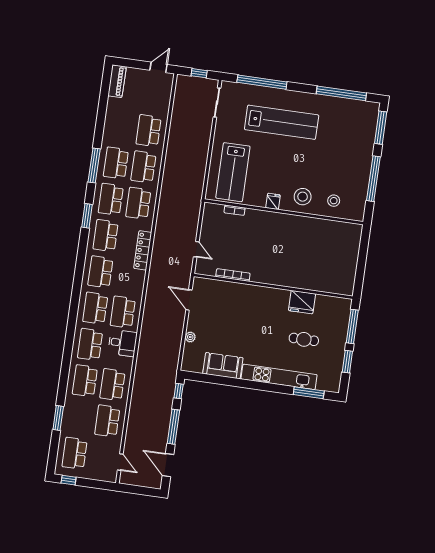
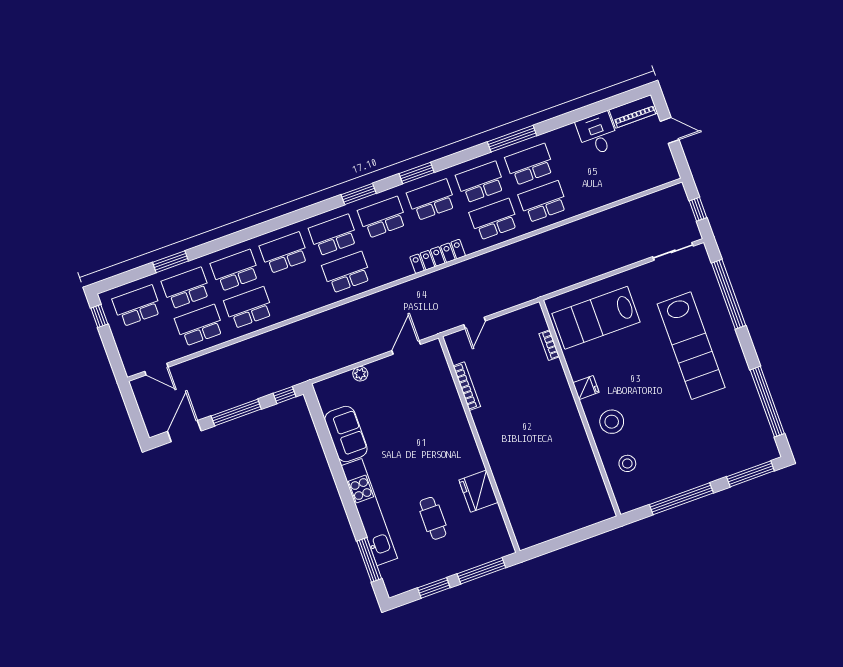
door: (158, 67) -> (670, 130), moved
school desk: (149, 131) -> (186, 288), moved
window: (87, 216) -> (417, 173), moved
window: (78, 279) -> (359, 194), added
desk: (123, 343) -> (597, 134), moved, turned 180
door: (120, 462) -> (156, 369), hinge flipped

